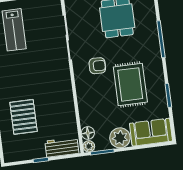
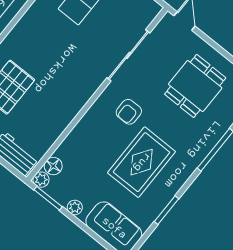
armchair: (97, 66) -> (129, 112), turned 88
plant: (120, 138) -> (75, 207), width x0.53, depth x0.53

